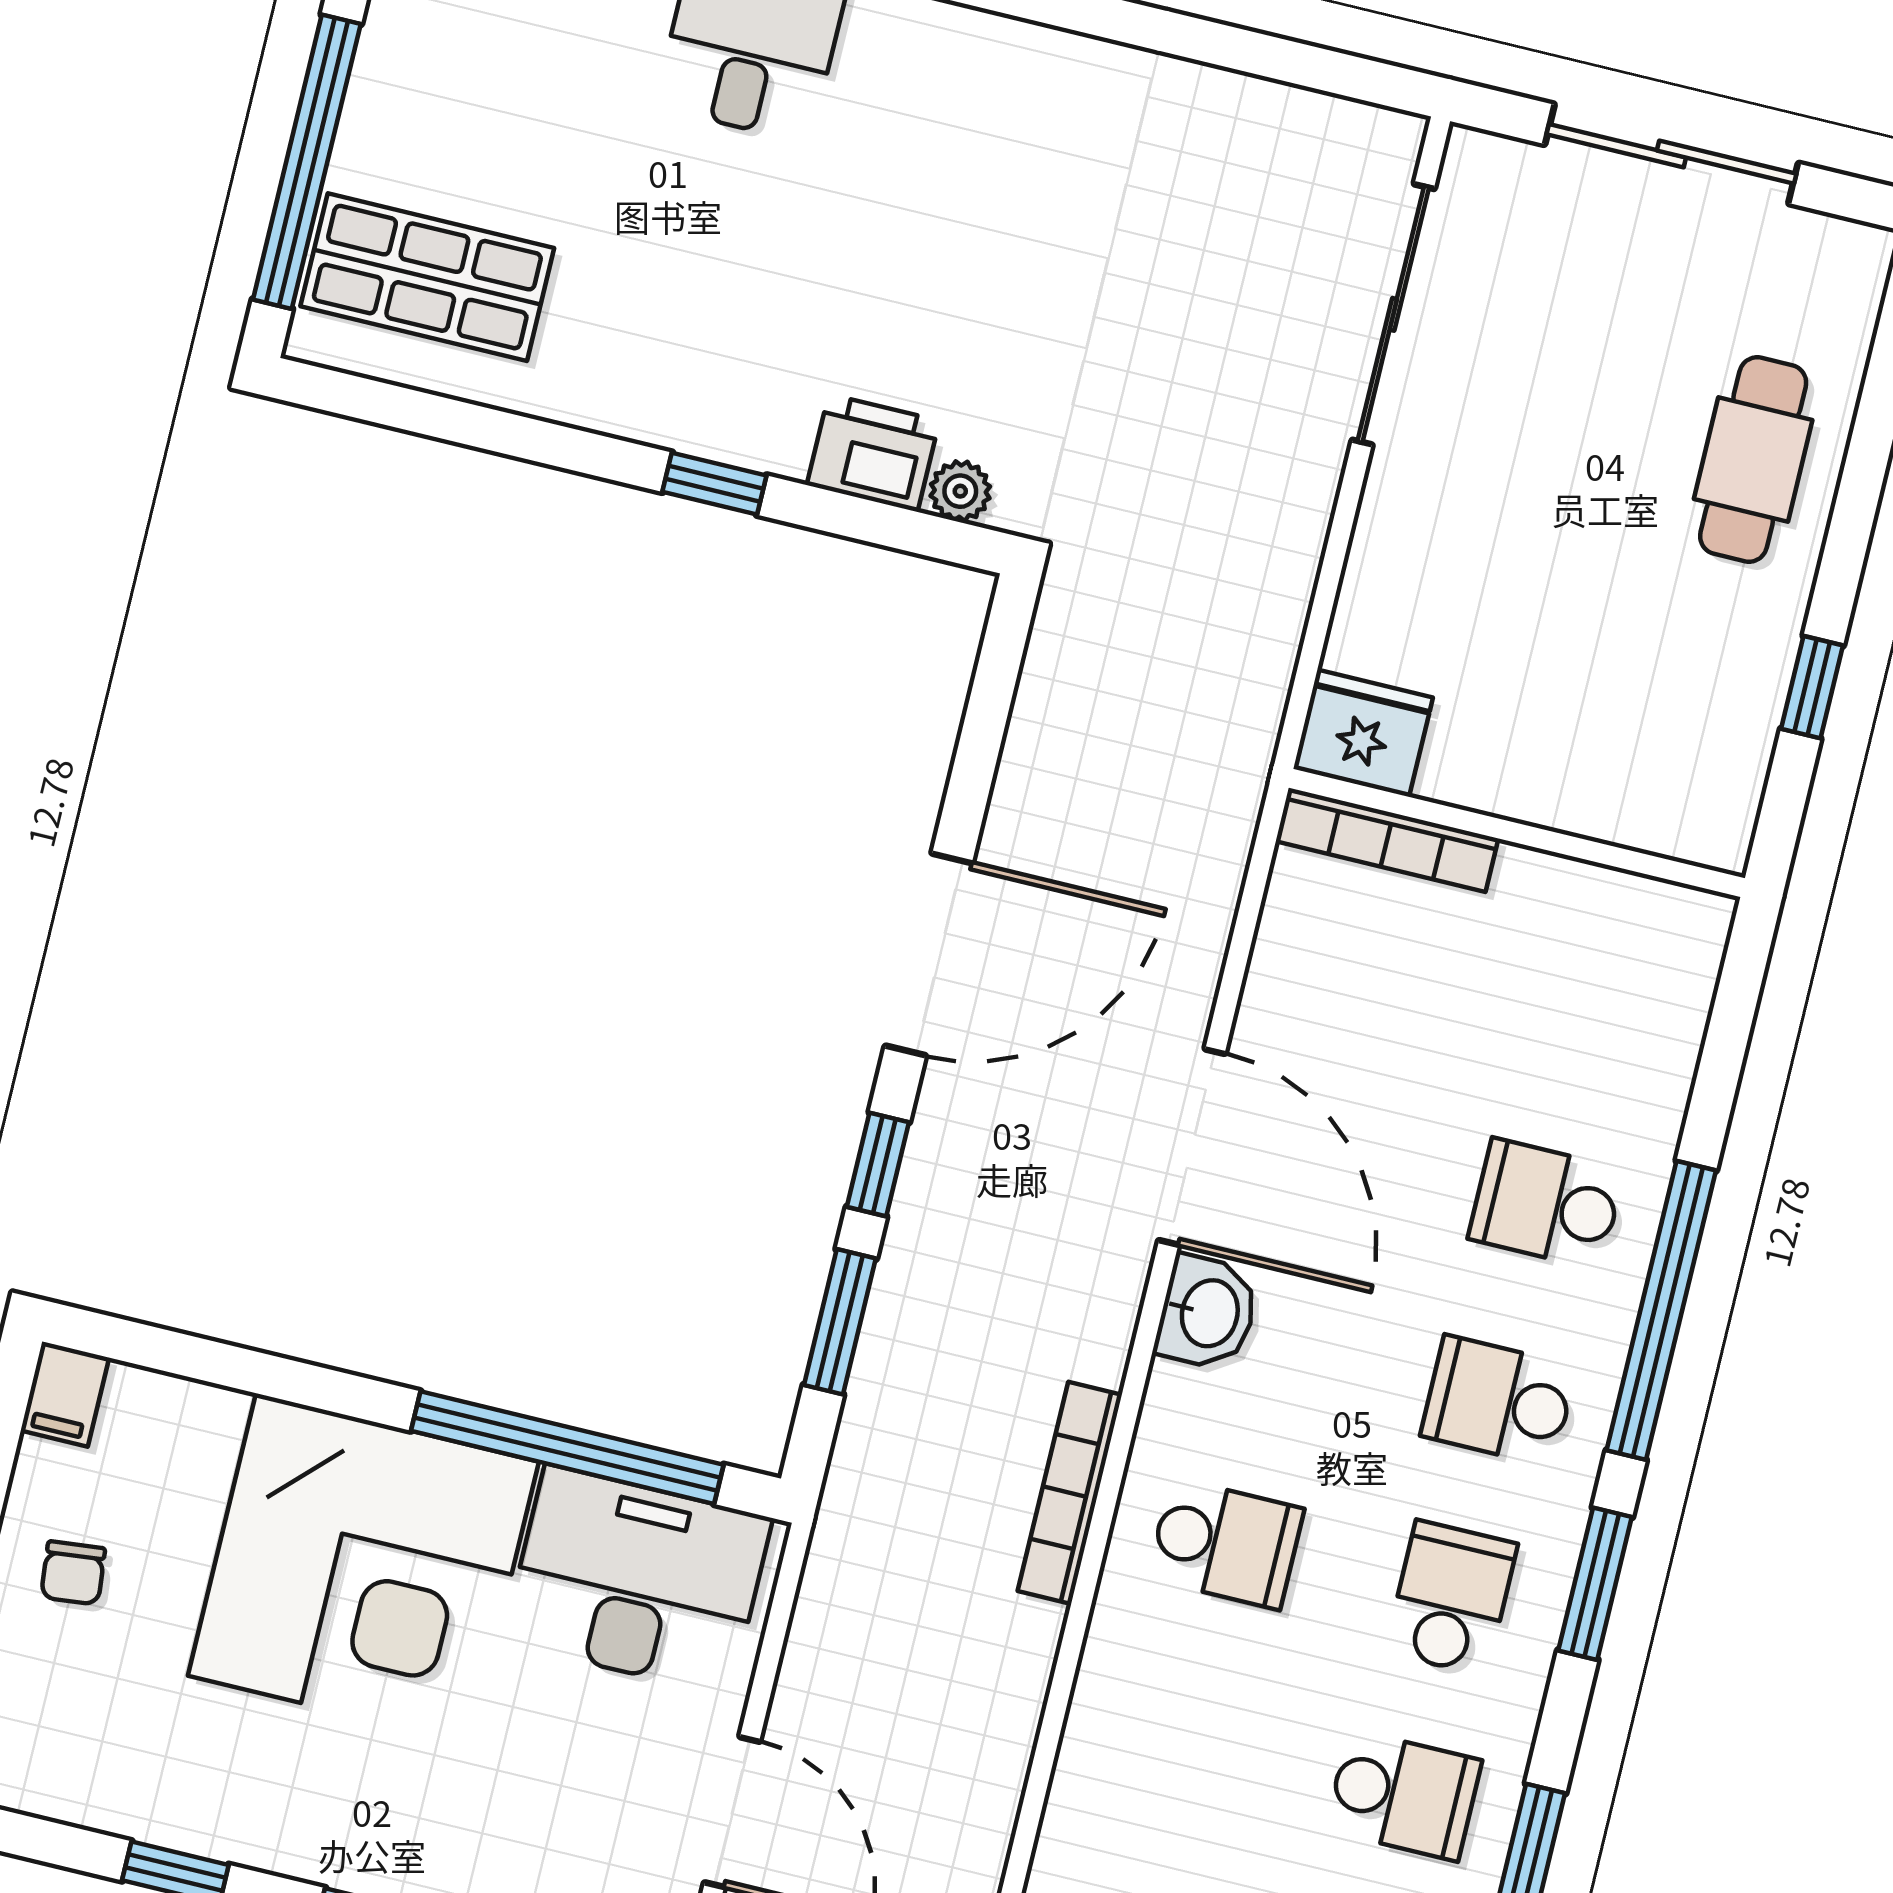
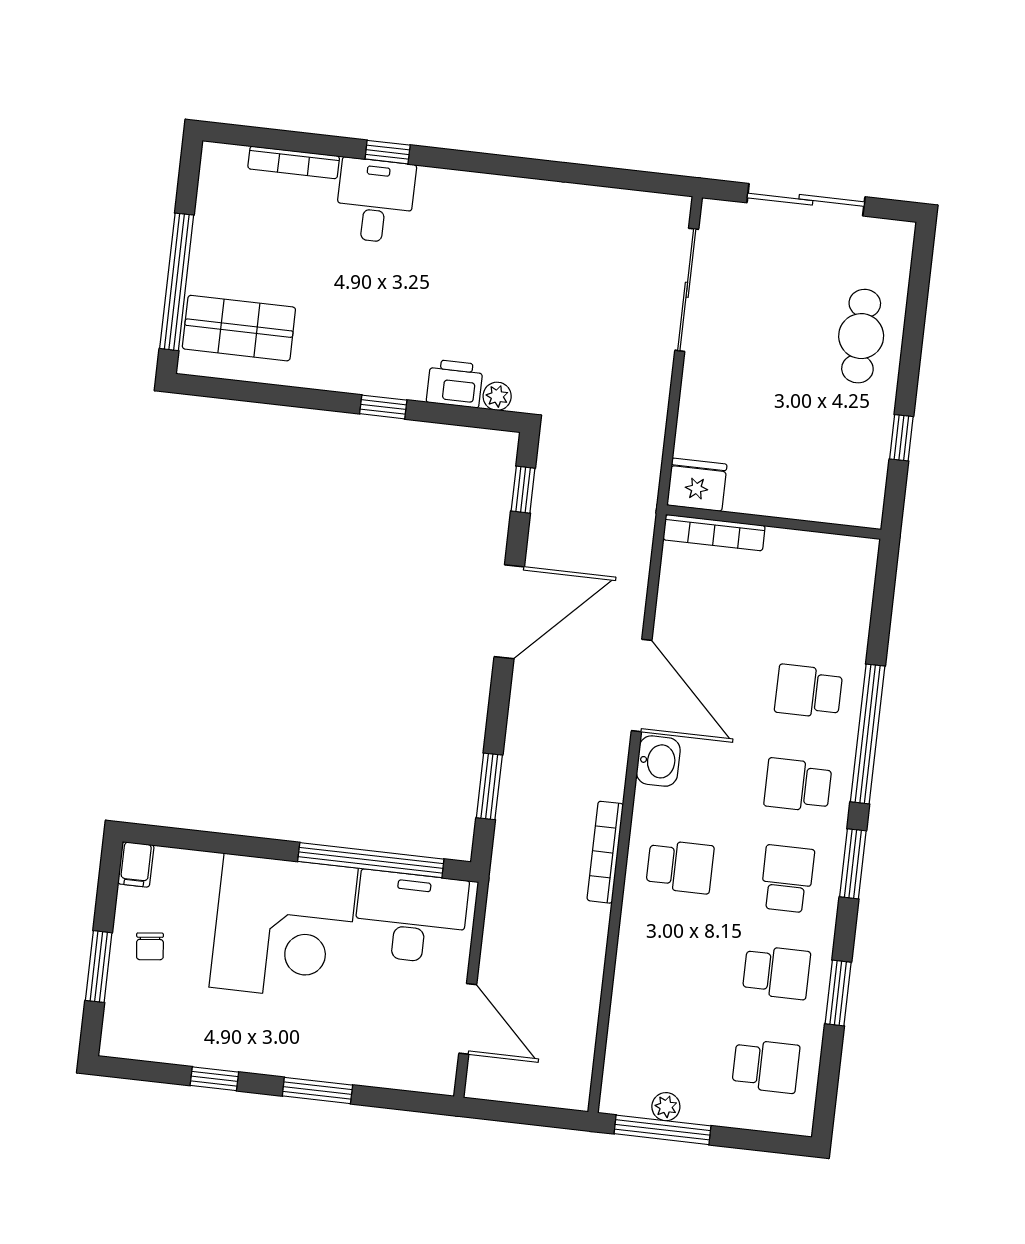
window: (878, 1164) -> (523, 490), moved

